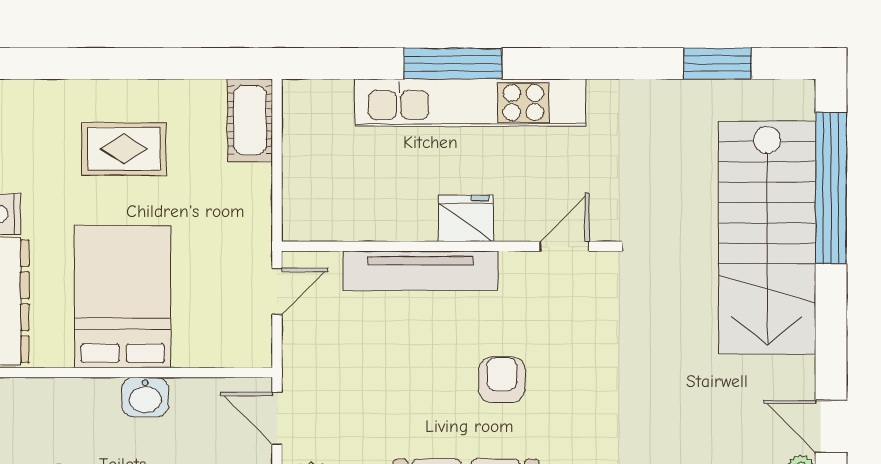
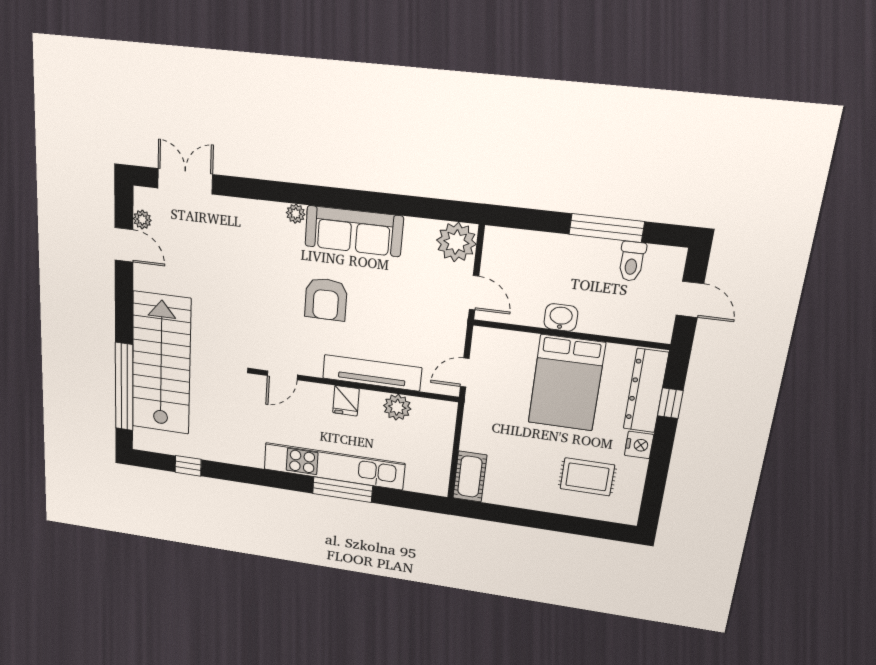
window: (718, 63) -> (188, 466), width x0.67
rug: (124, 149) -> (587, 477), moved
fridge: (466, 218) -> (346, 401), width x0.72
plant: (376, 220) -> (397, 407), added
armchair: (502, 380) -> (326, 299), width x1.38, depth x1.38

